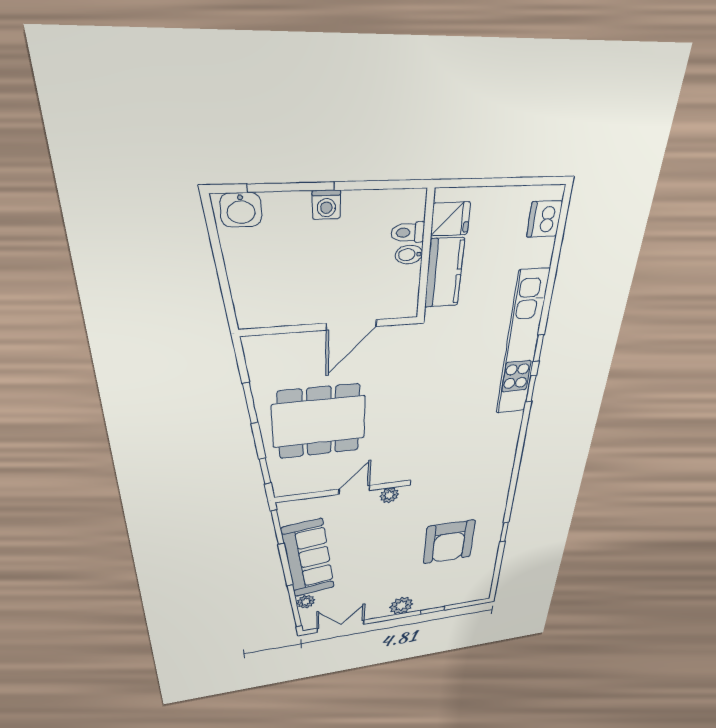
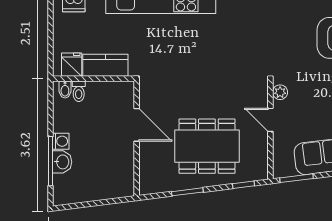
washbasin: (241, 210) -> (62, 162), moved
bidet: (409, 255) -> (65, 90), moved
dining table: (319, 421) -> (207, 146), turned 90

